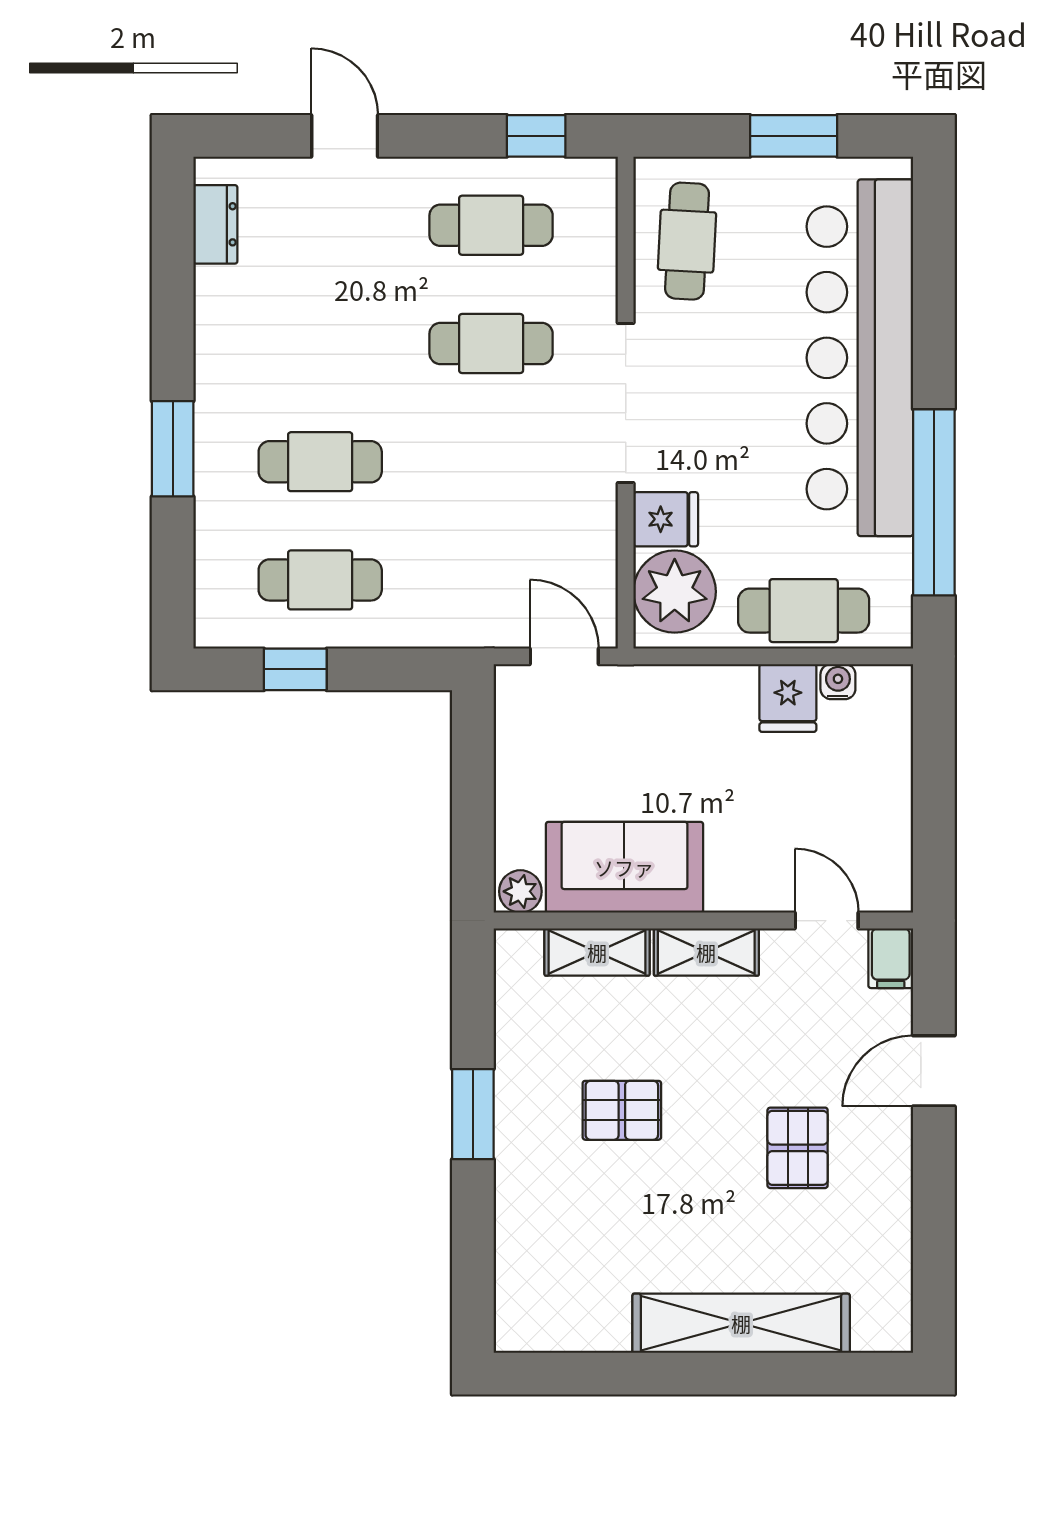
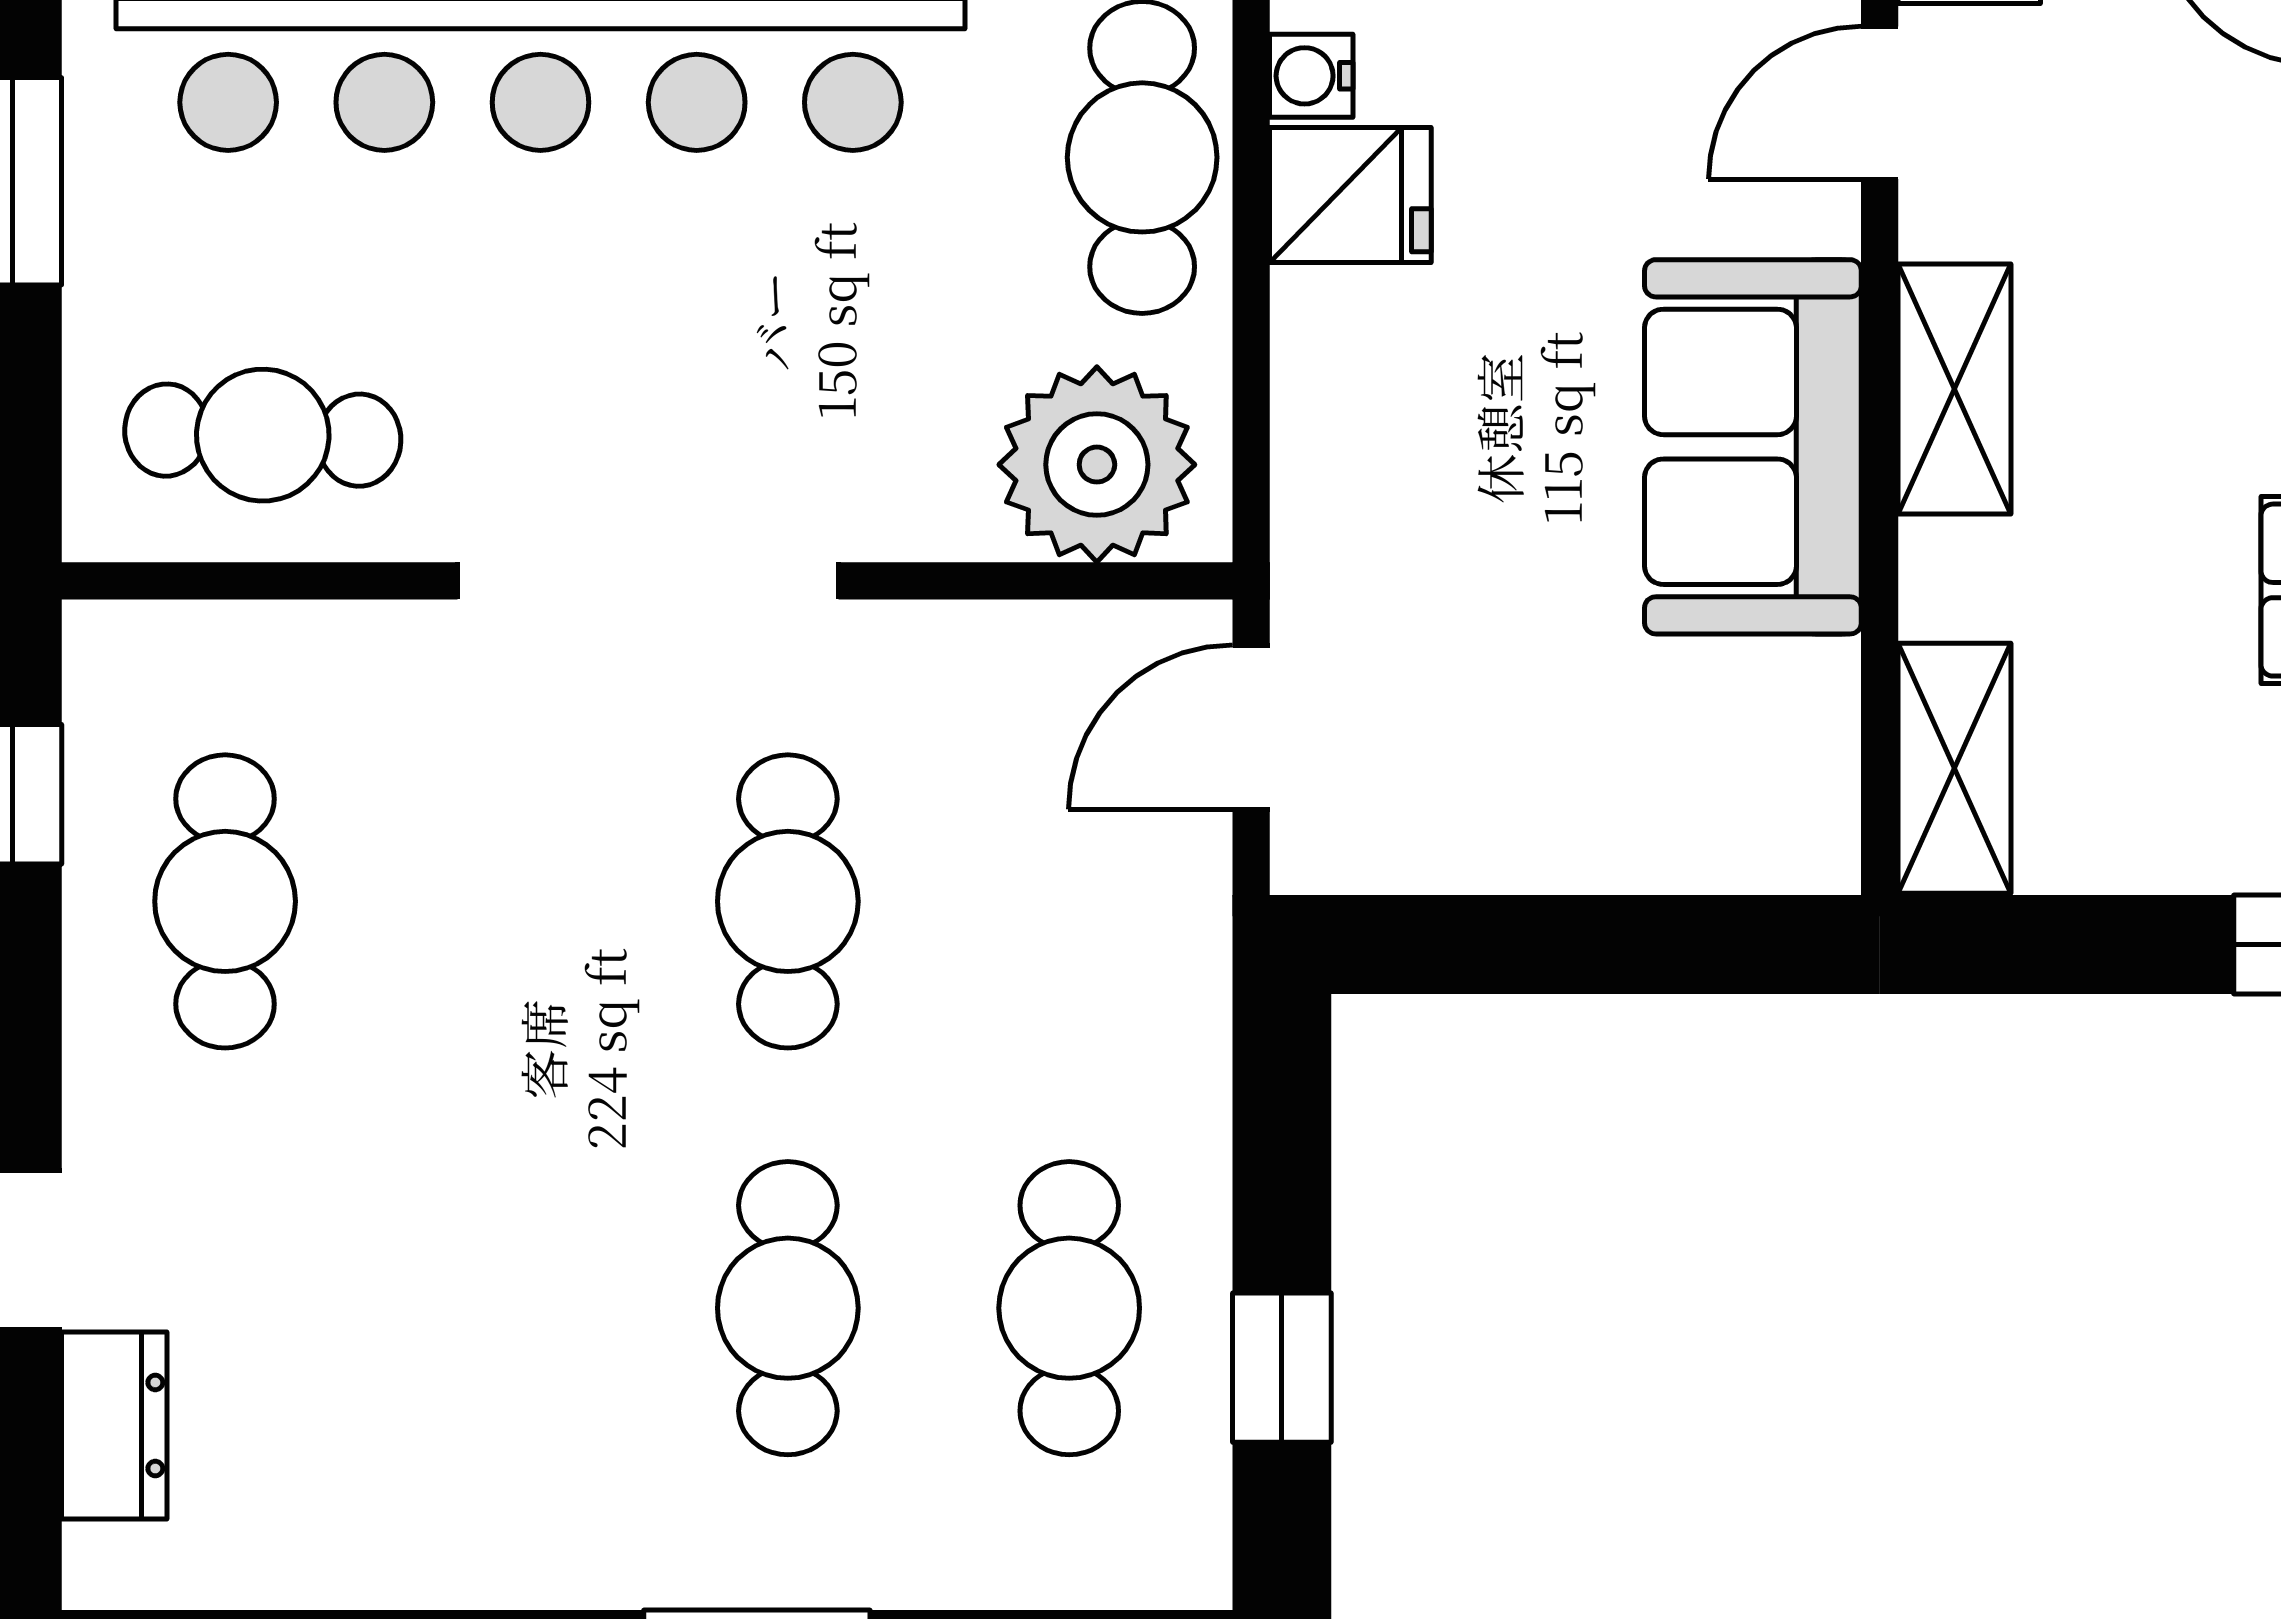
dresser: (215, 224) -> (114, 1425), moved, turned 90
cafe table: (491, 343) -> (788, 901), moved
fridge: (666, 519) -> (925, 486), removed
sofa: (624, 867) -> (1753, 447), moved
plant: (520, 891) -> (1811, 832), removed
shelving: (597, 952) -> (1955, 768), moved

